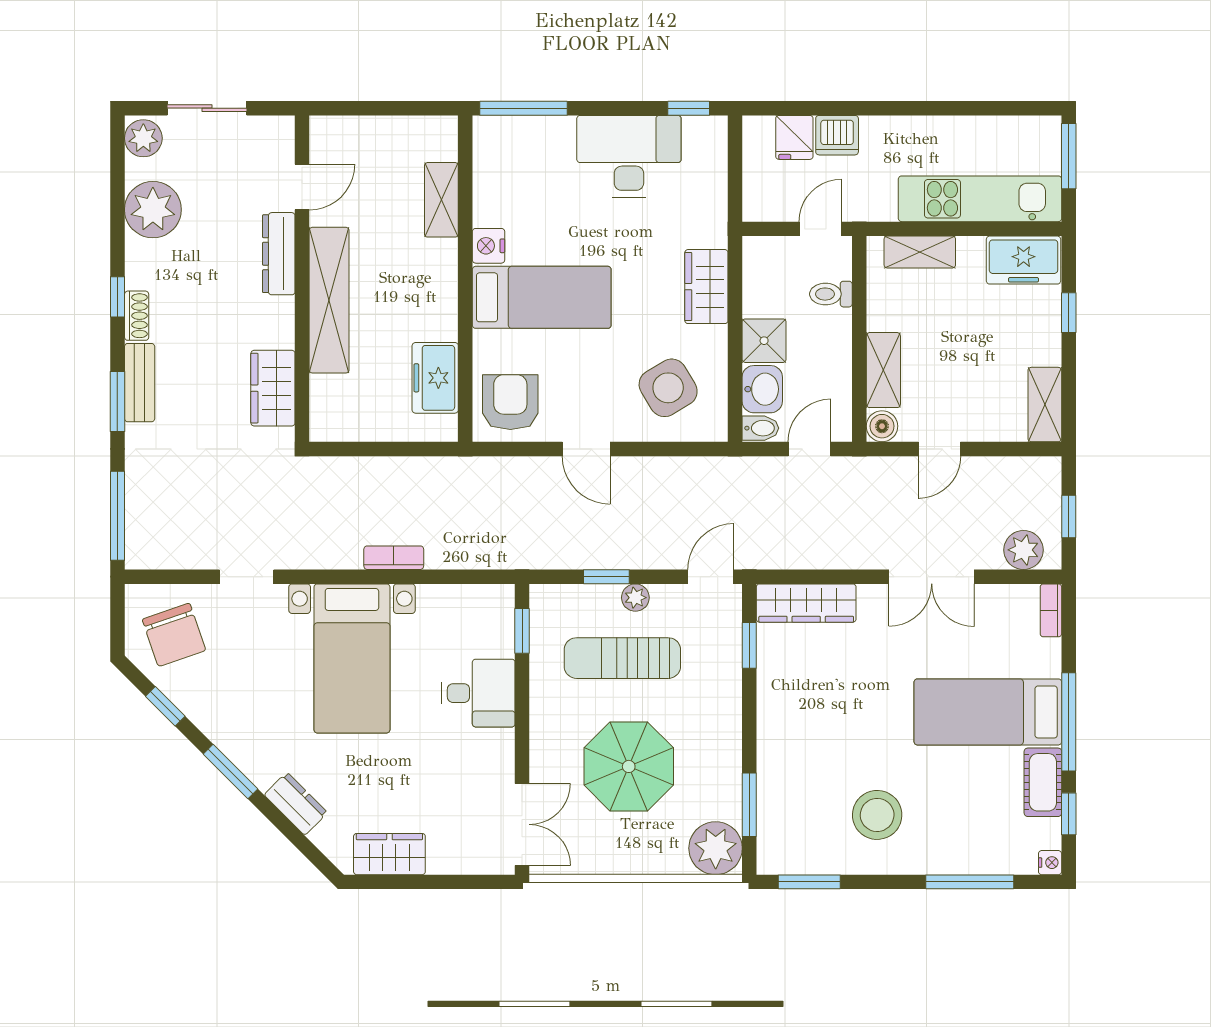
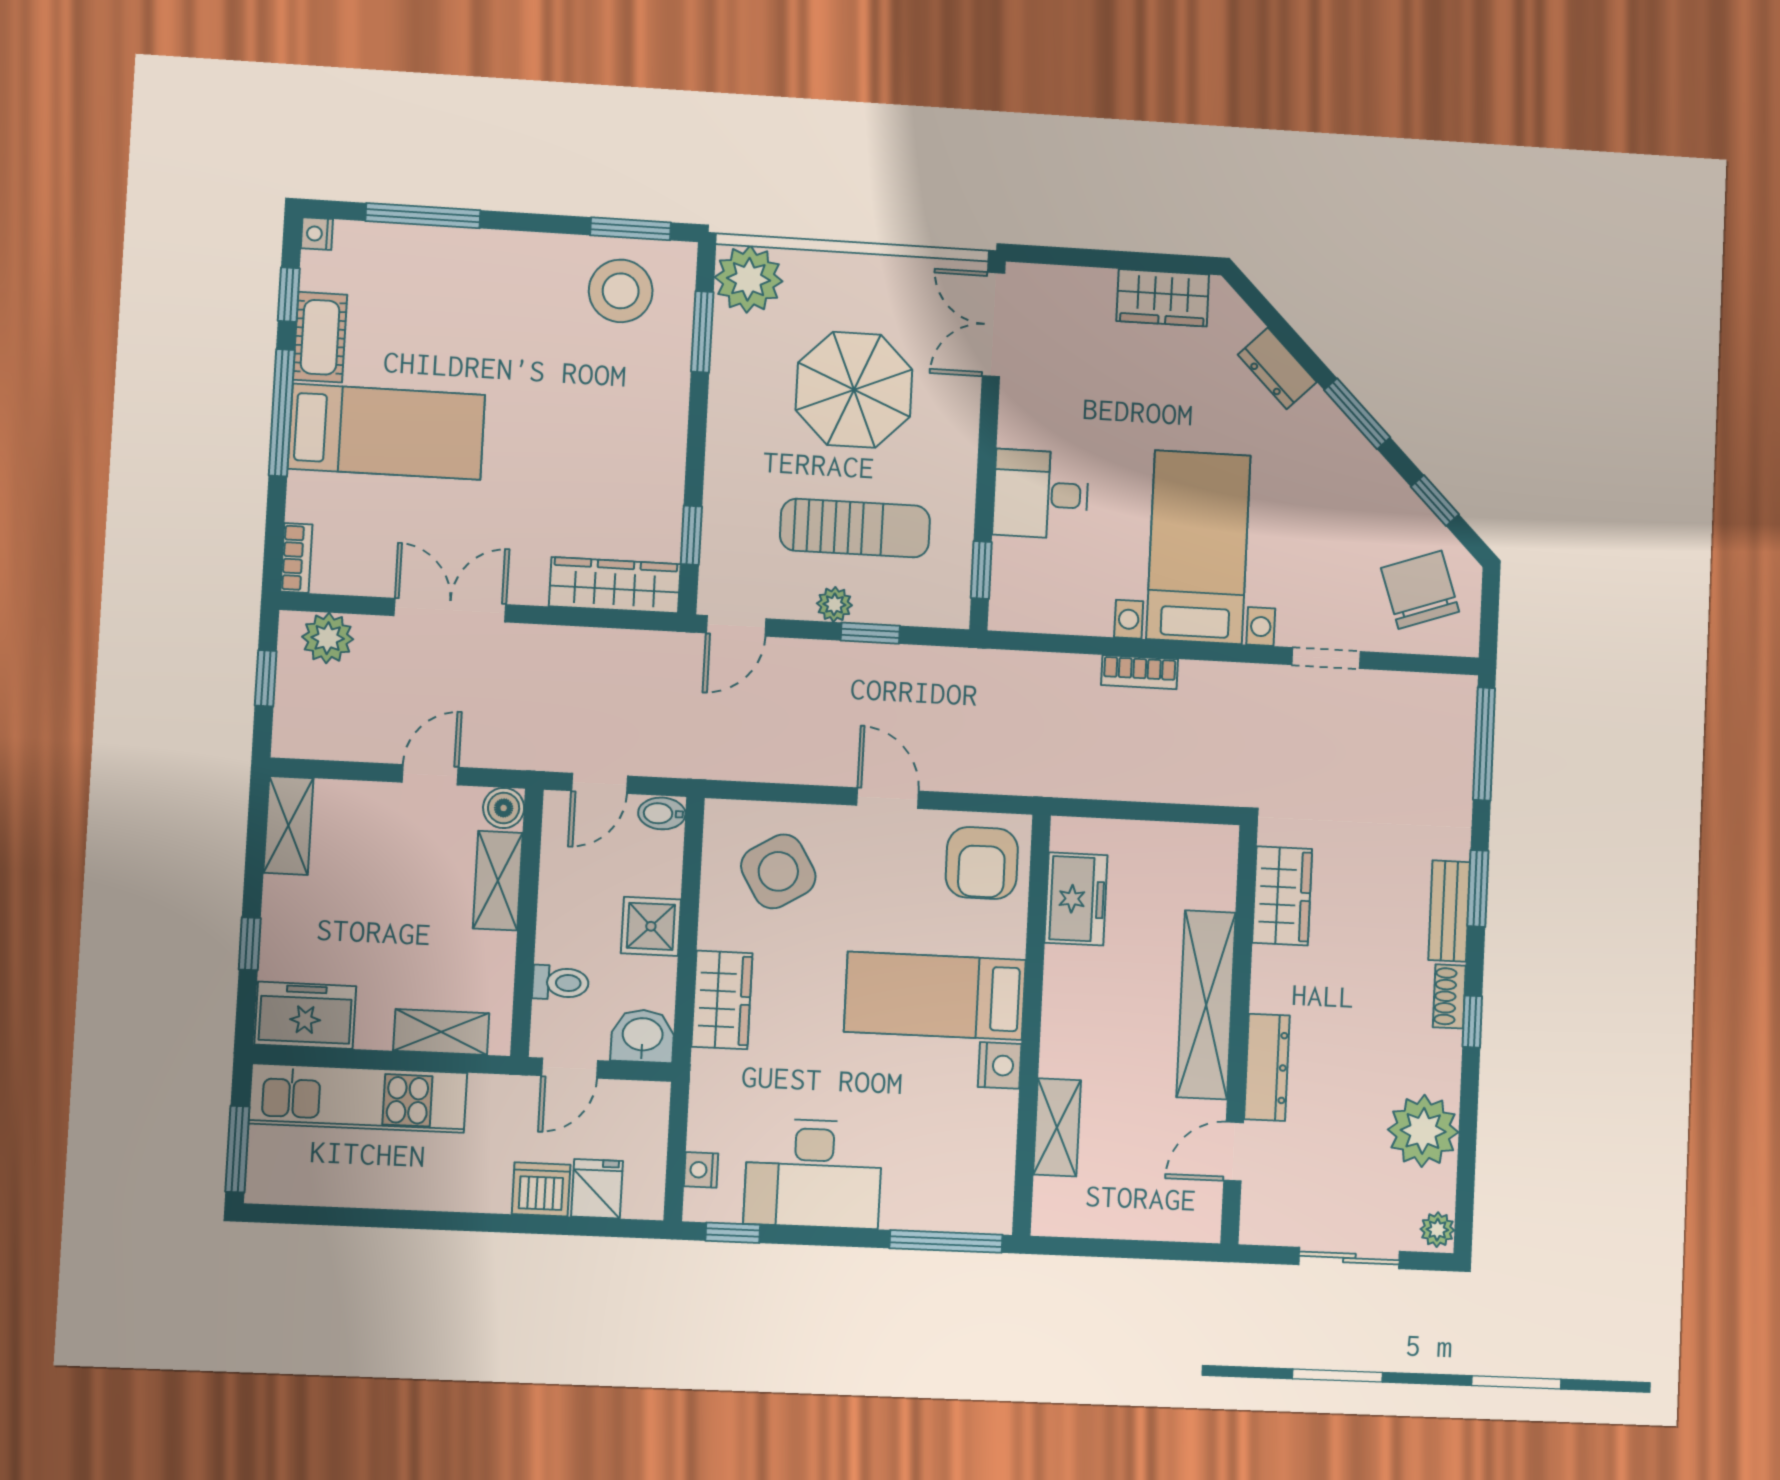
plant: (143, 138) -> (1437, 1230), width x0.73, depth x0.73
nightstand: (715, 155) -> (701, 1170), added
washbasin: (762, 389) -> (643, 1036), moved, turned 90
stool: (877, 815) -> (621, 291), moved

